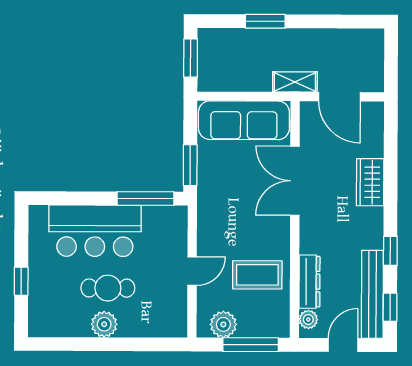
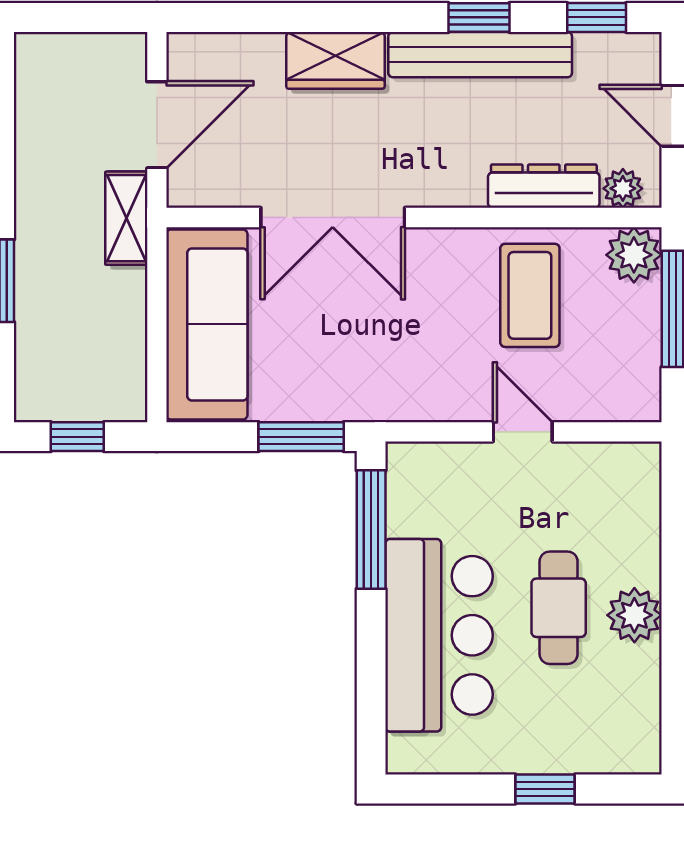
window: (191, 58) -> (77, 437), width x0.67
bench: (372, 294) -> (480, 55), moved
plant: (223, 324) -> (634, 255), moved

